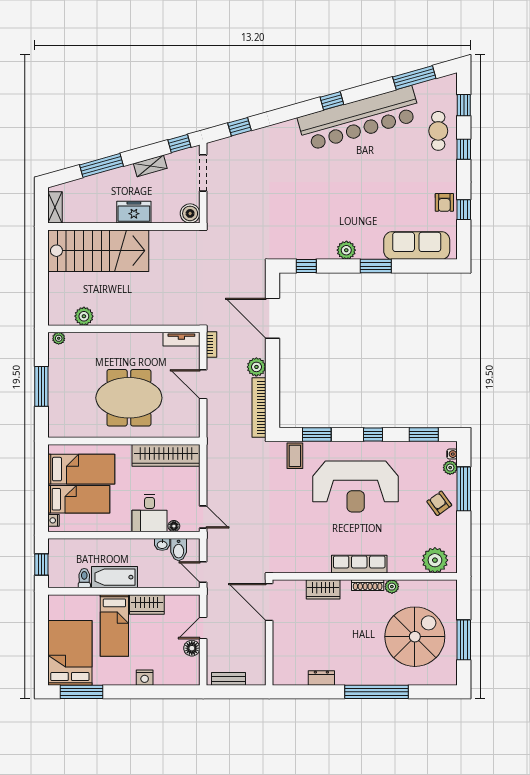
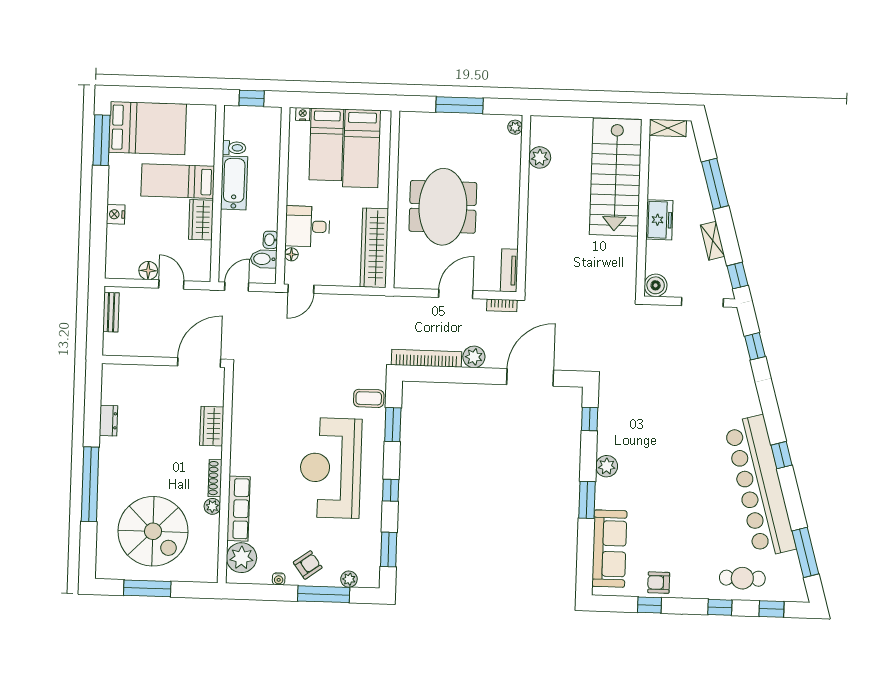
water cooler: (452, 454) -> (279, 579), moved
row of seats: (359, 564) -> (239, 509), moved

